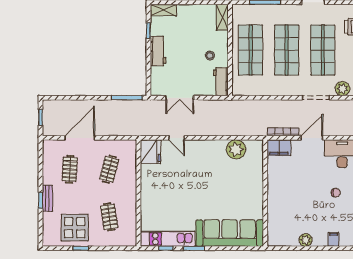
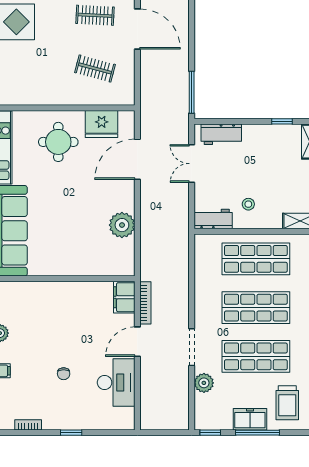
workbench: (158, 51) -> (221, 134), moved
door: (177, 138) -> (137, 159), width x1.87
door: (312, 138) -> (137, 342), swing flipped
plant: (236, 149) -> (122, 225), moved
fridge: (150, 152) -> (102, 124), moved
round table: (164, 197) -> (58, 142), added
clothes rail: (109, 217) -> (31, 68), removed

